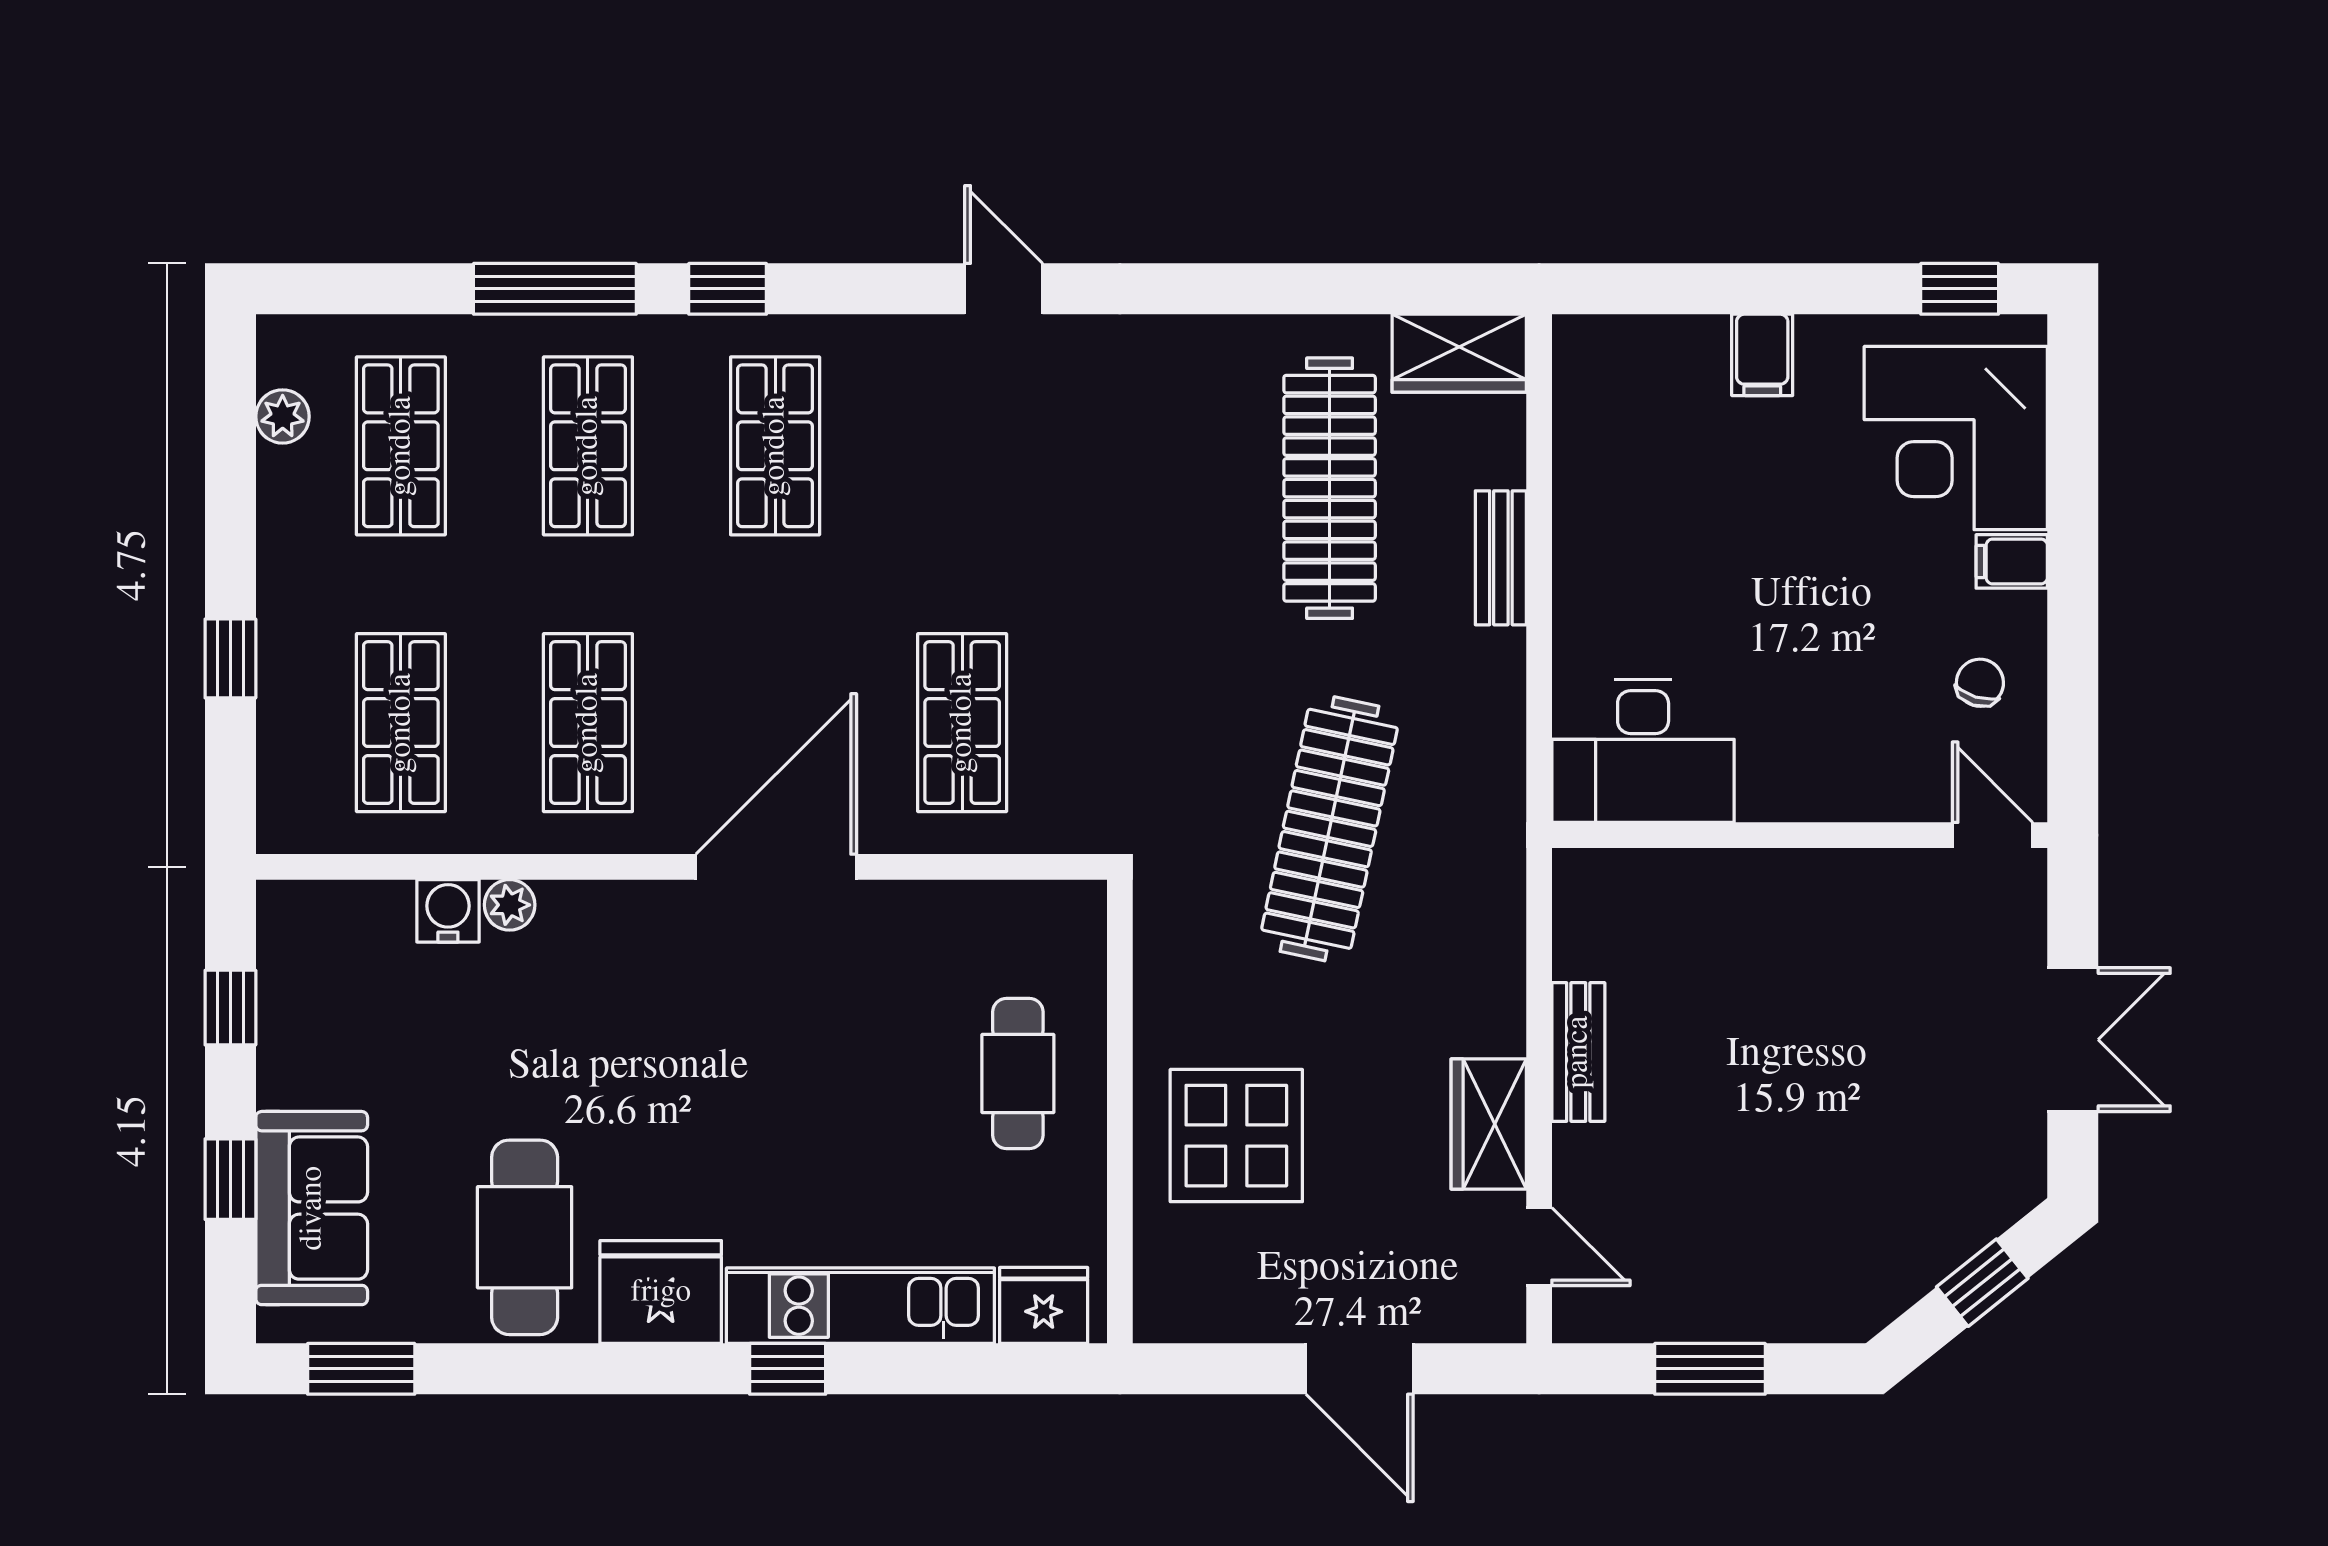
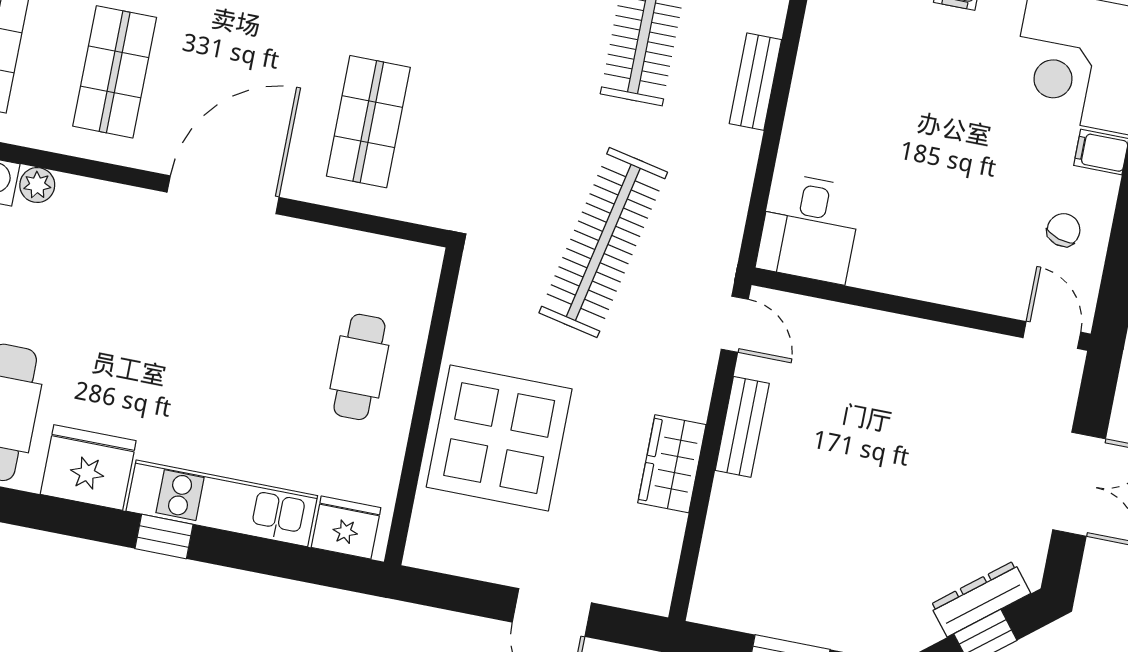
desk: (1643, 751) -> (809, 228), width x0.73
display table: (1236, 1136) -> (499, 438), width x1.36, depth x1.36
dresser: (1965, 1230) -> (980, 599), added
door: (1539, 1247) -> (735, 324), moved

